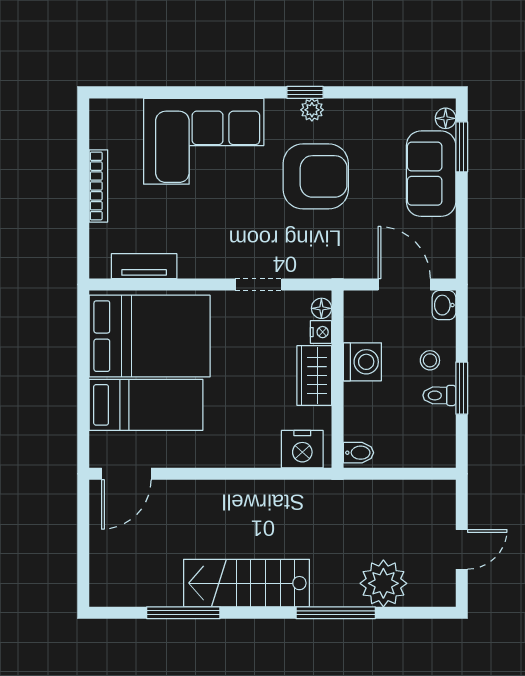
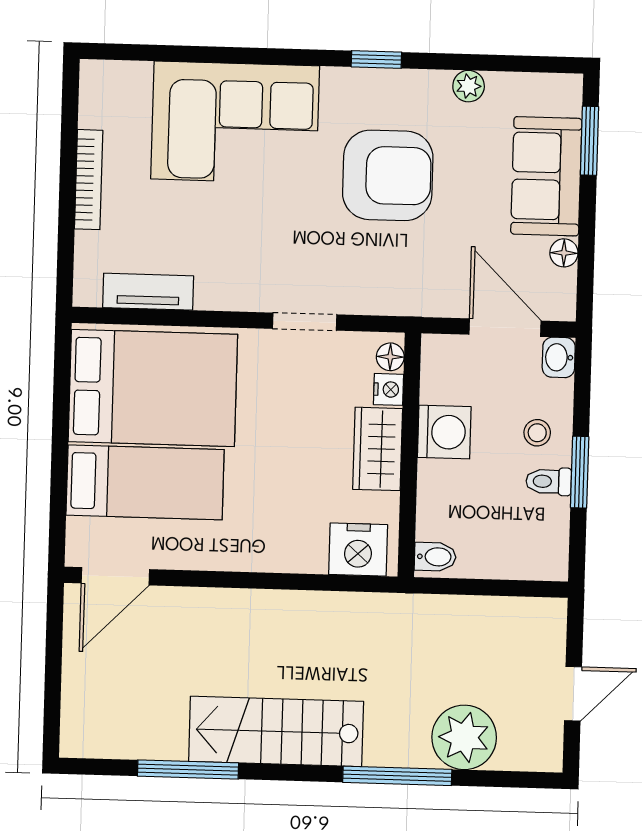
plant: (312, 110) -> (469, 86), moved
floor lamp: (446, 118) -> (564, 253), moved

